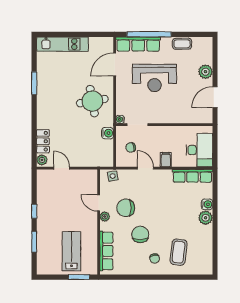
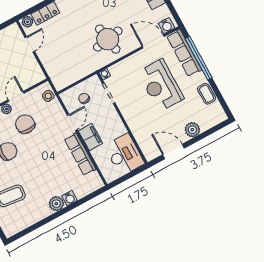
water cooler: (108, 133) -> (166, 26), moved
desk: (199, 150) -> (125, 155), moved, turned -90
filing cabinet: (166, 160) -> (90, 137), width x2.00
row of seats: (192, 176) -> (80, 154), moved

